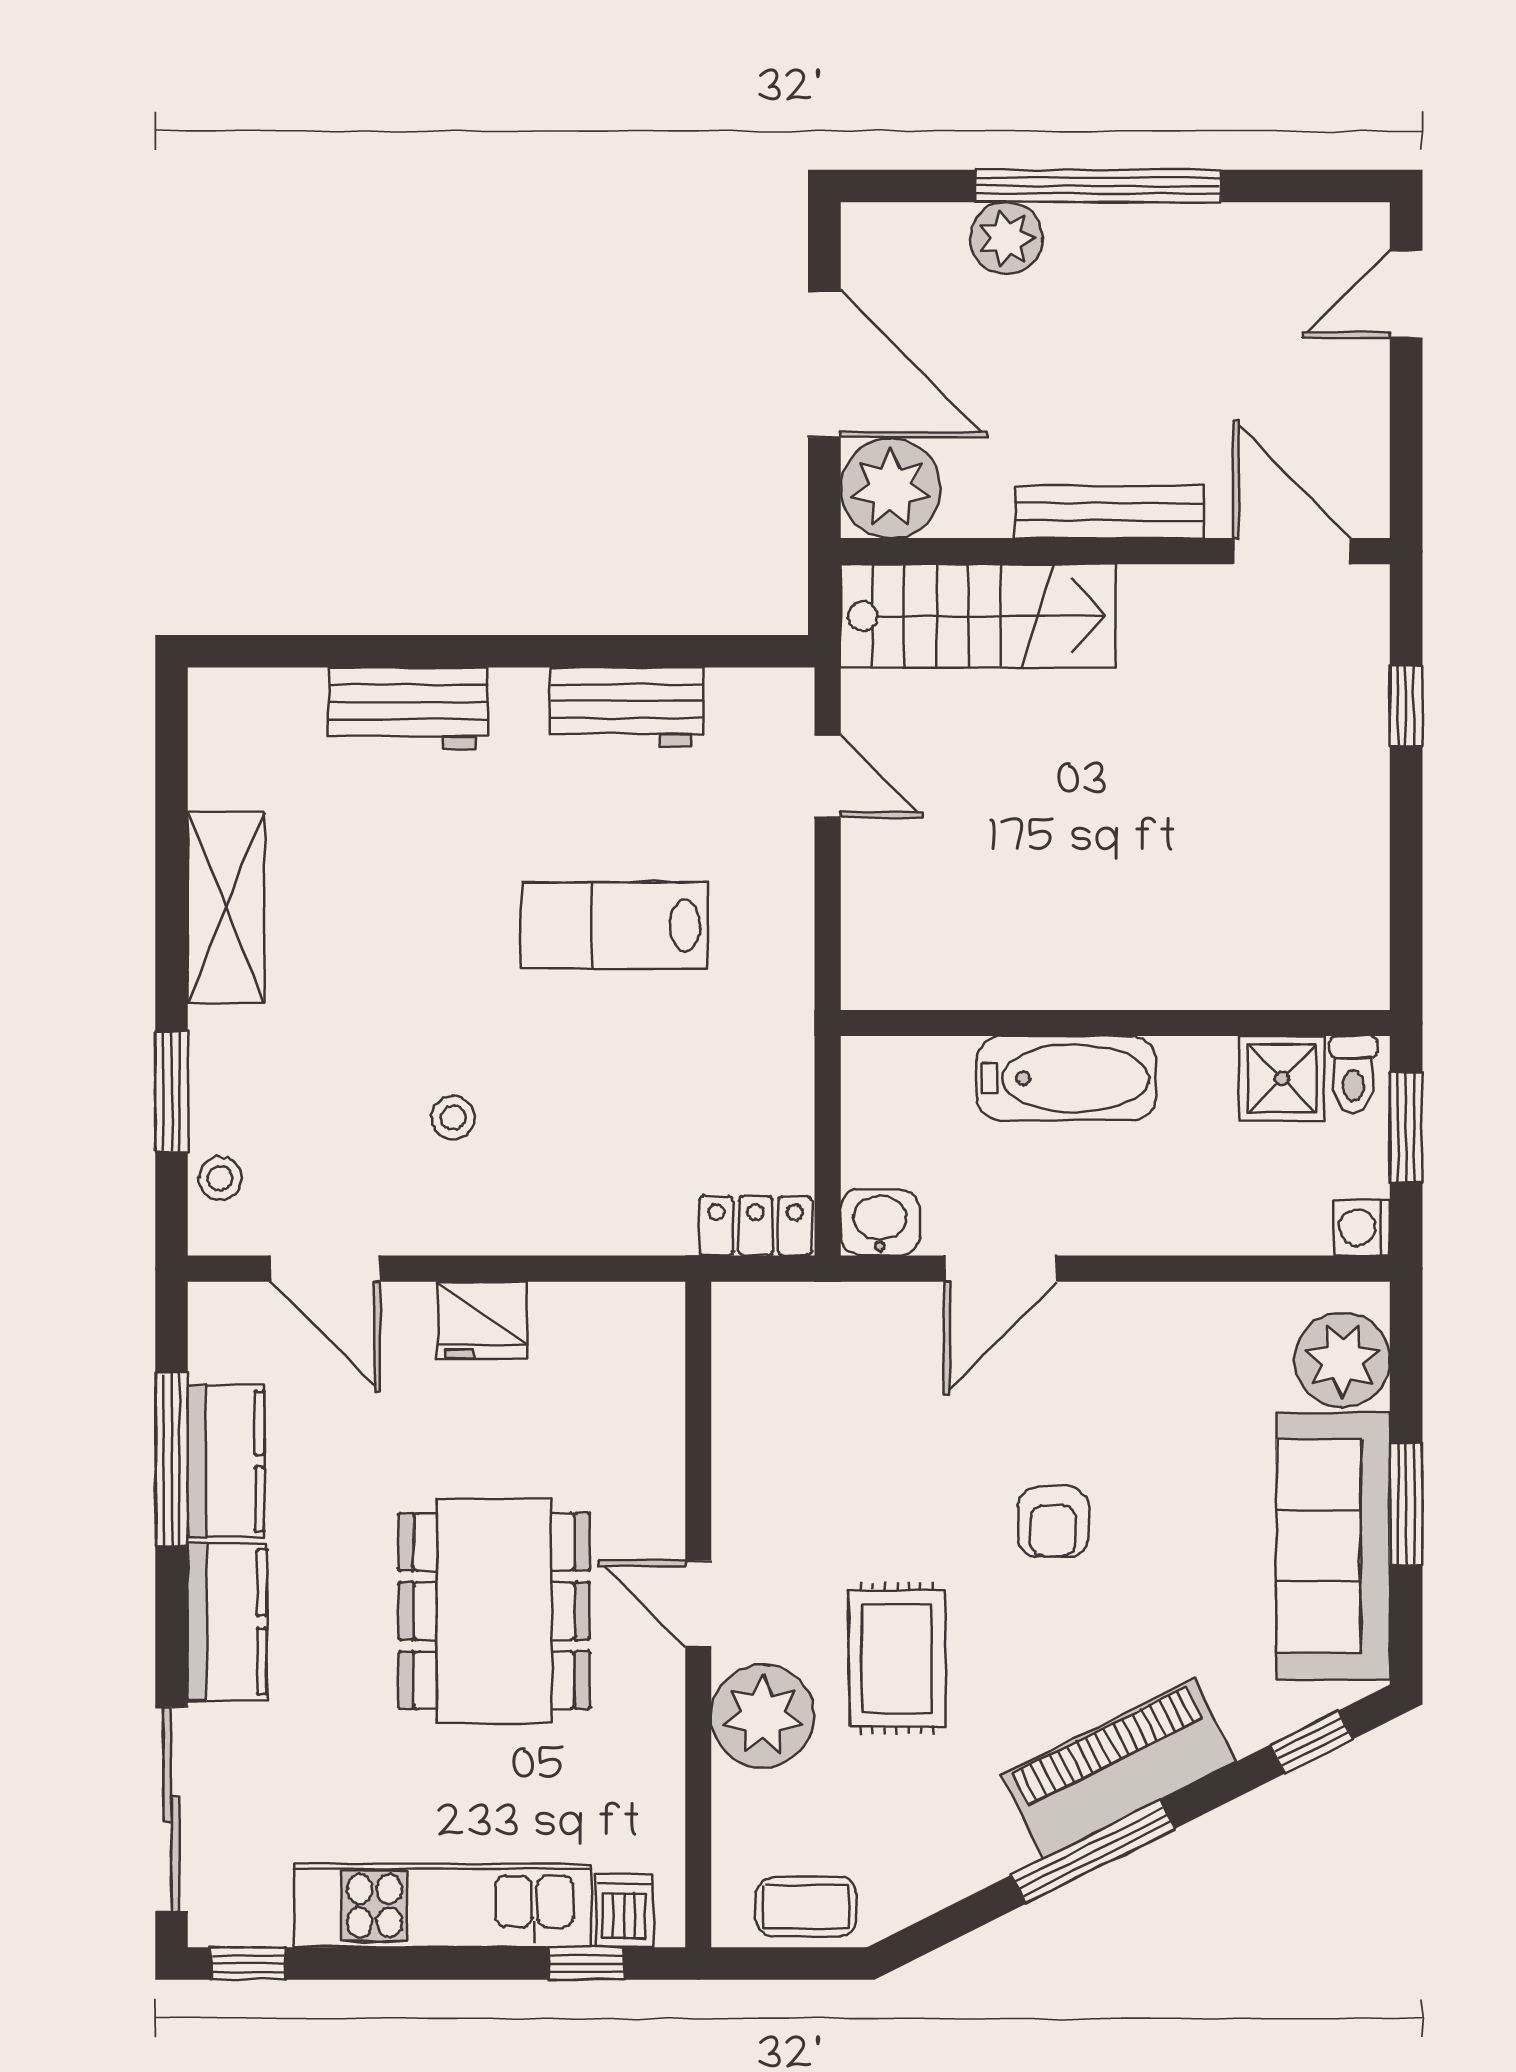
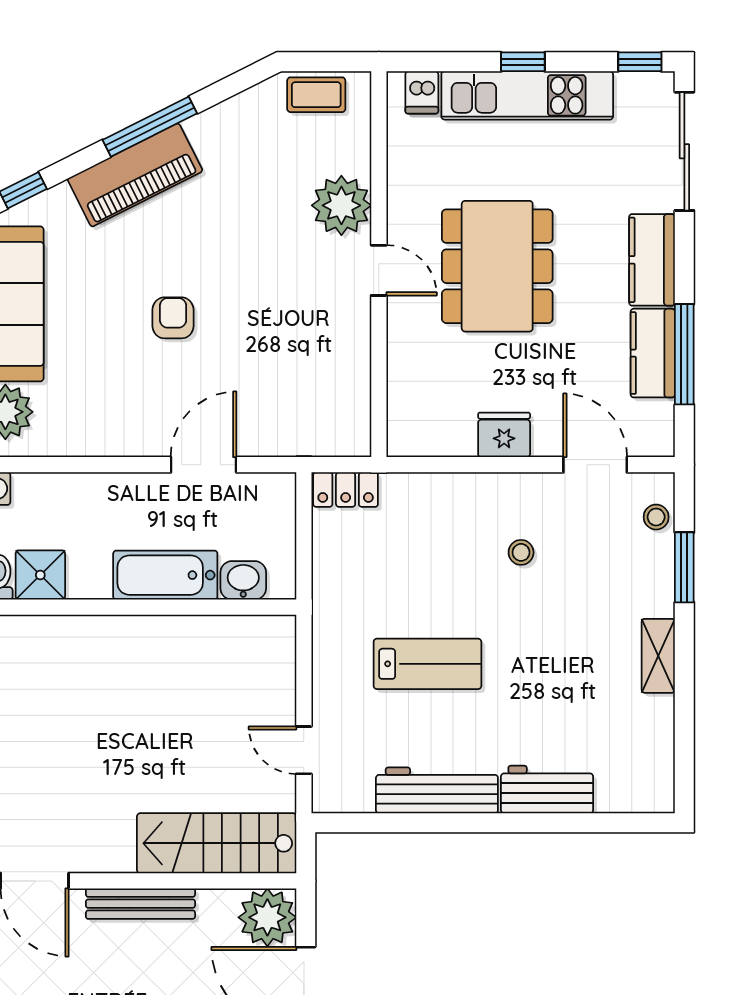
workbench: (627, 707) -> (437, 790), width x1.38
shelving: (226, 907) -> (658, 656), width x0.67, depth x0.75
washbasin: (880, 1222) -> (243, 580), moved, turned 180
rug: (897, 1658) -> (264, 239), removed
window: (586, 1963) -> (523, 62), moved

